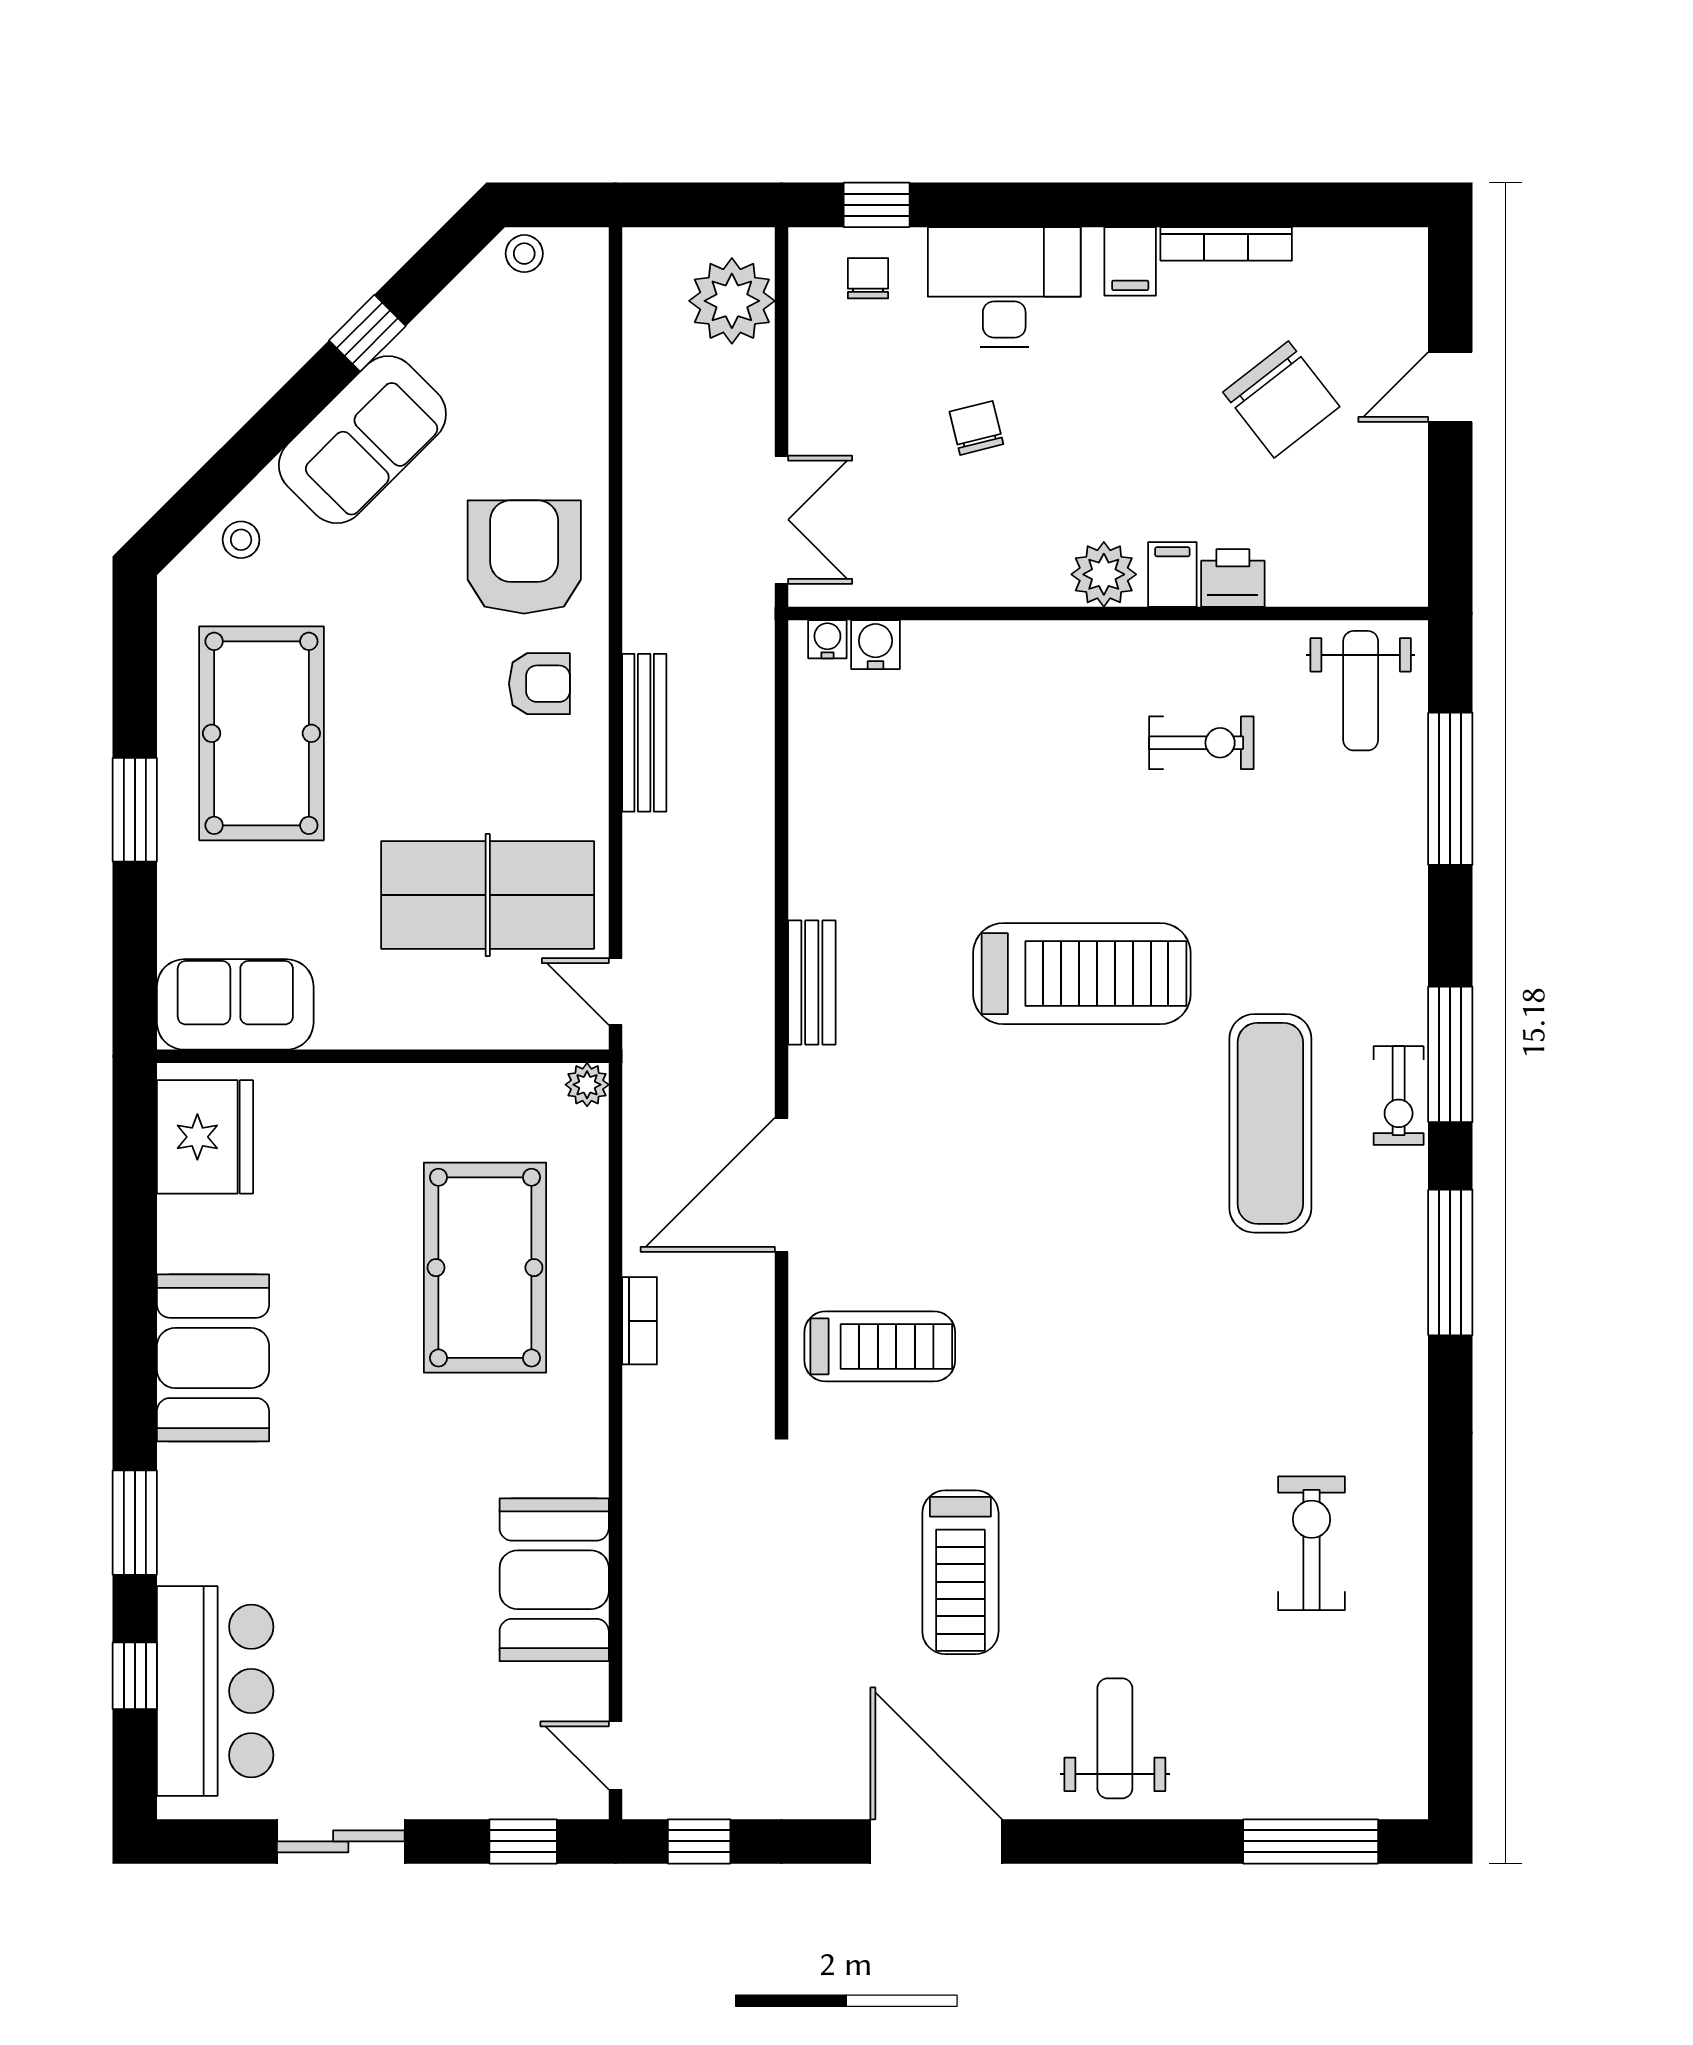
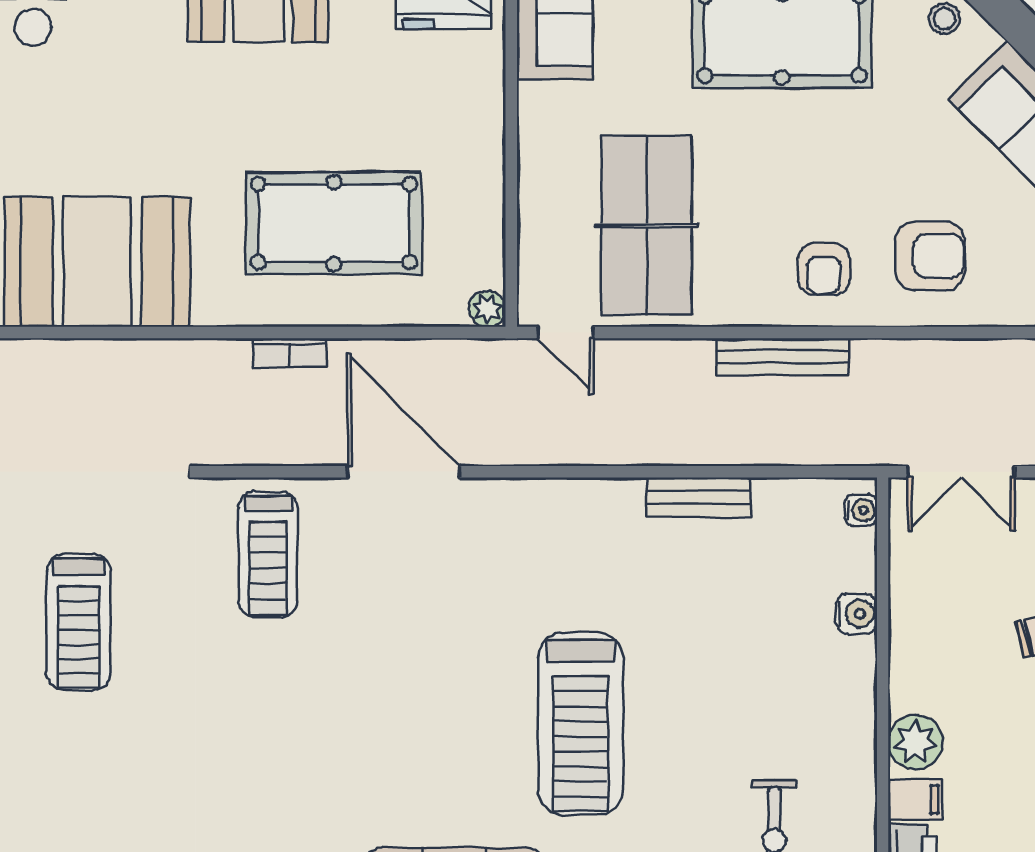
armchair: (524, 557) -> (930, 256), width x0.73, depth x0.73
water cooler: (875, 645) -> (857, 614), moved
bench: (812, 983) -> (699, 497), moved
door: (615, 992) -> (566, 333), swing flipped
treadmill: (960, 1572) -> (79, 622), turned -90
booth: (554, 1580) -> (97, 262), width x1.36, depth x1.42

